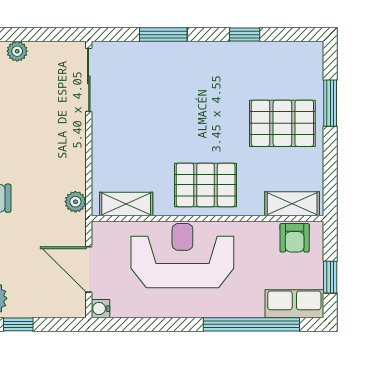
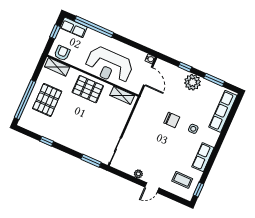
window: (163, 35) -> (91, 161), moved
window: (330, 103) -> (25, 100), width x2.11
pallet: (282, 123) -> (47, 100), turned 90
plant: (75, 202) -> (142, 105), removed

